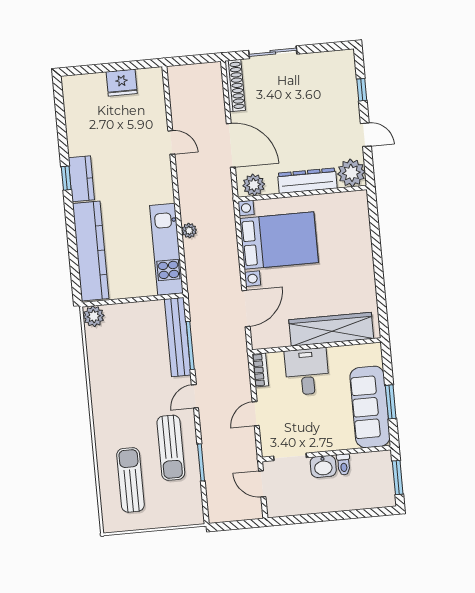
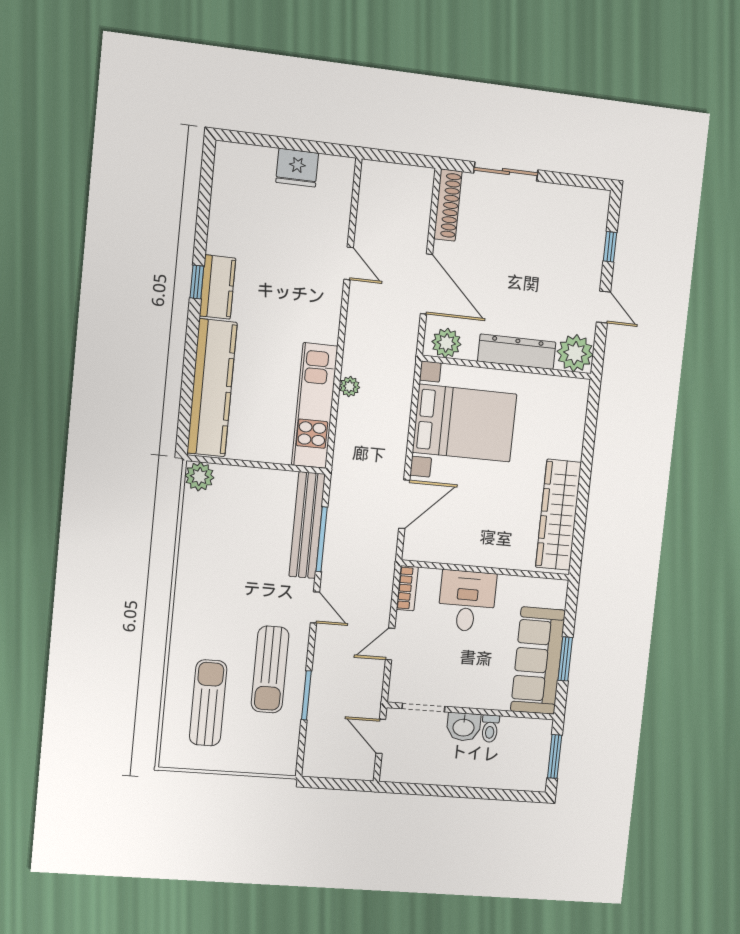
wardrobe: (331, 329) -> (559, 515), moved, turned -90
door: (195, 396) -> (315, 607), swing flipped

